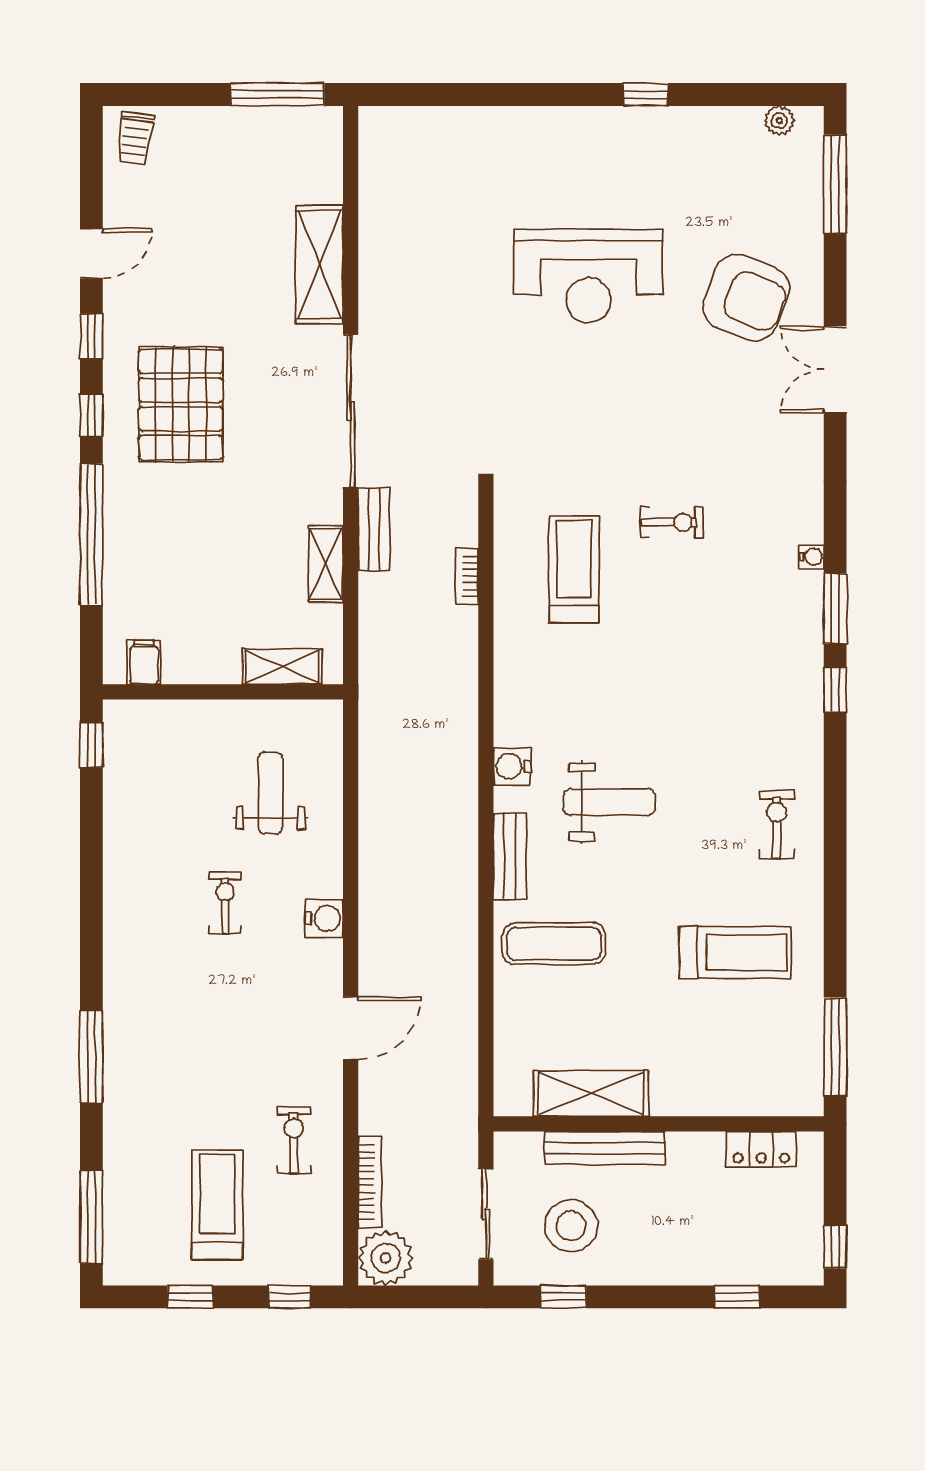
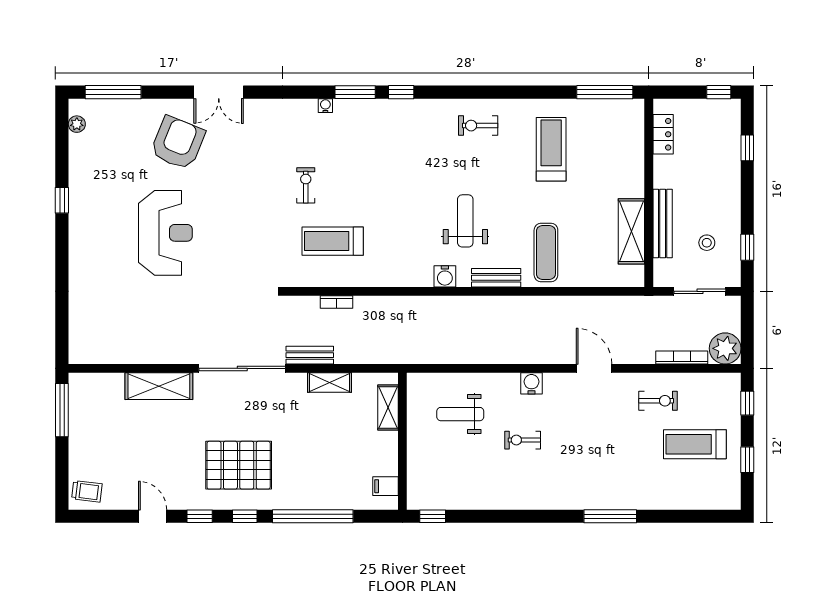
exercise bike: (294, 1140) -> (658, 401), turned 180
window: (91, 1217) -> (702, 516), removed
stool: (571, 1226) -> (707, 243), width x0.53, depth x0.53

